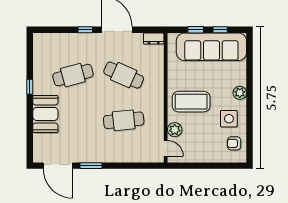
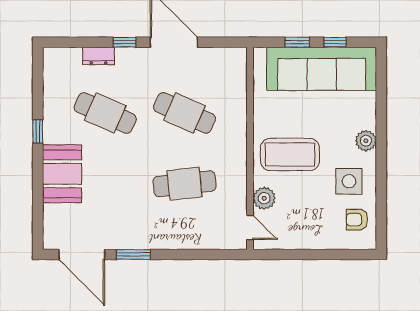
dresser: (154, 39) -> (98, 56), moved
cafe table: (73, 75) -> (105, 113), turned 39

